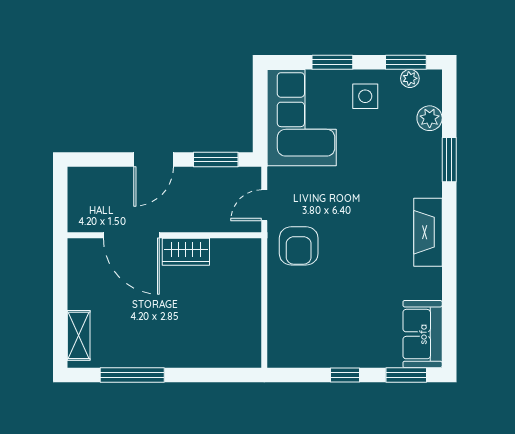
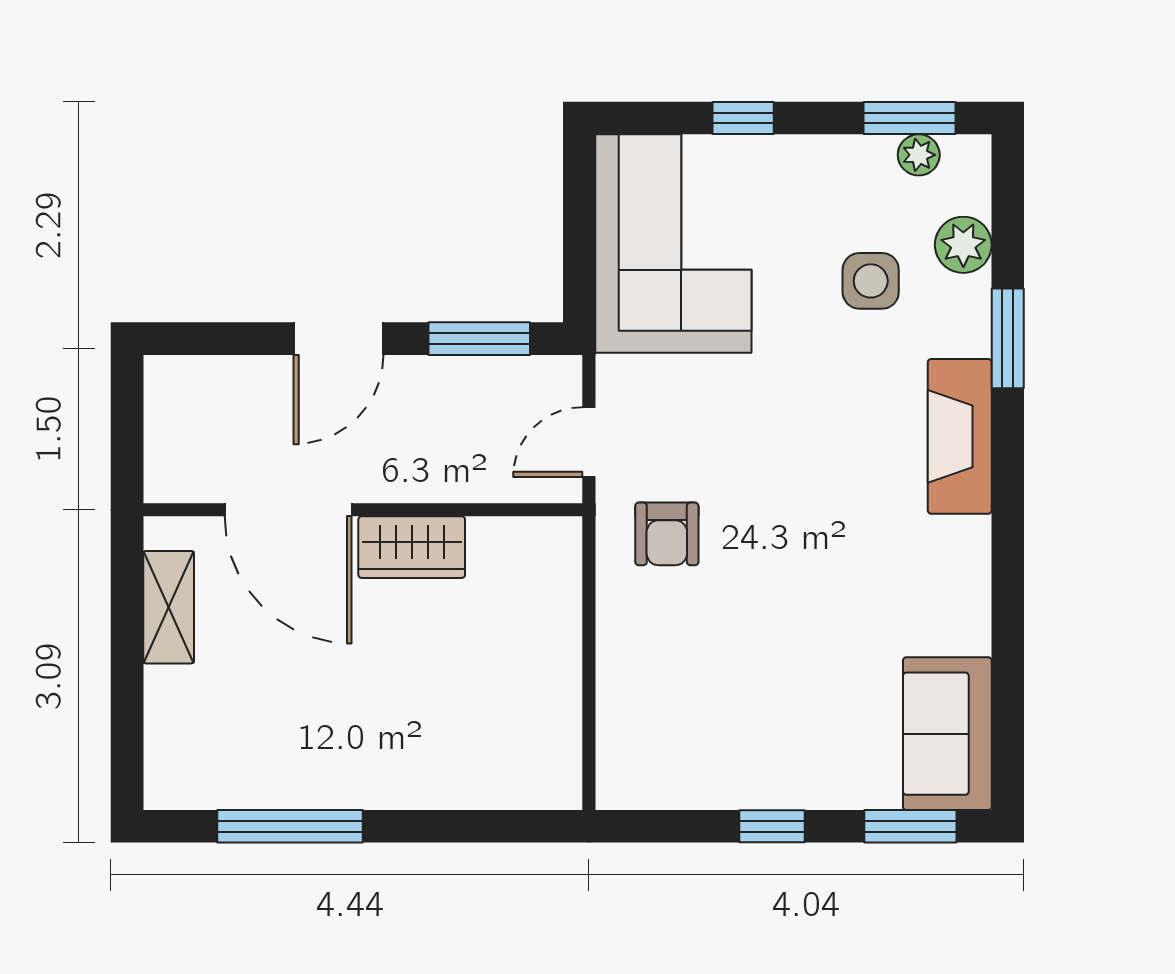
window: (332, 62) -> (743, 118), width x0.67
side table: (365, 96) -> (871, 281), moved
fireplace: (428, 232) -> (960, 436), moved
armchair: (299, 246) -> (667, 534), width x0.72, depth x0.72
shelving: (79, 335) -> (169, 607), moved

